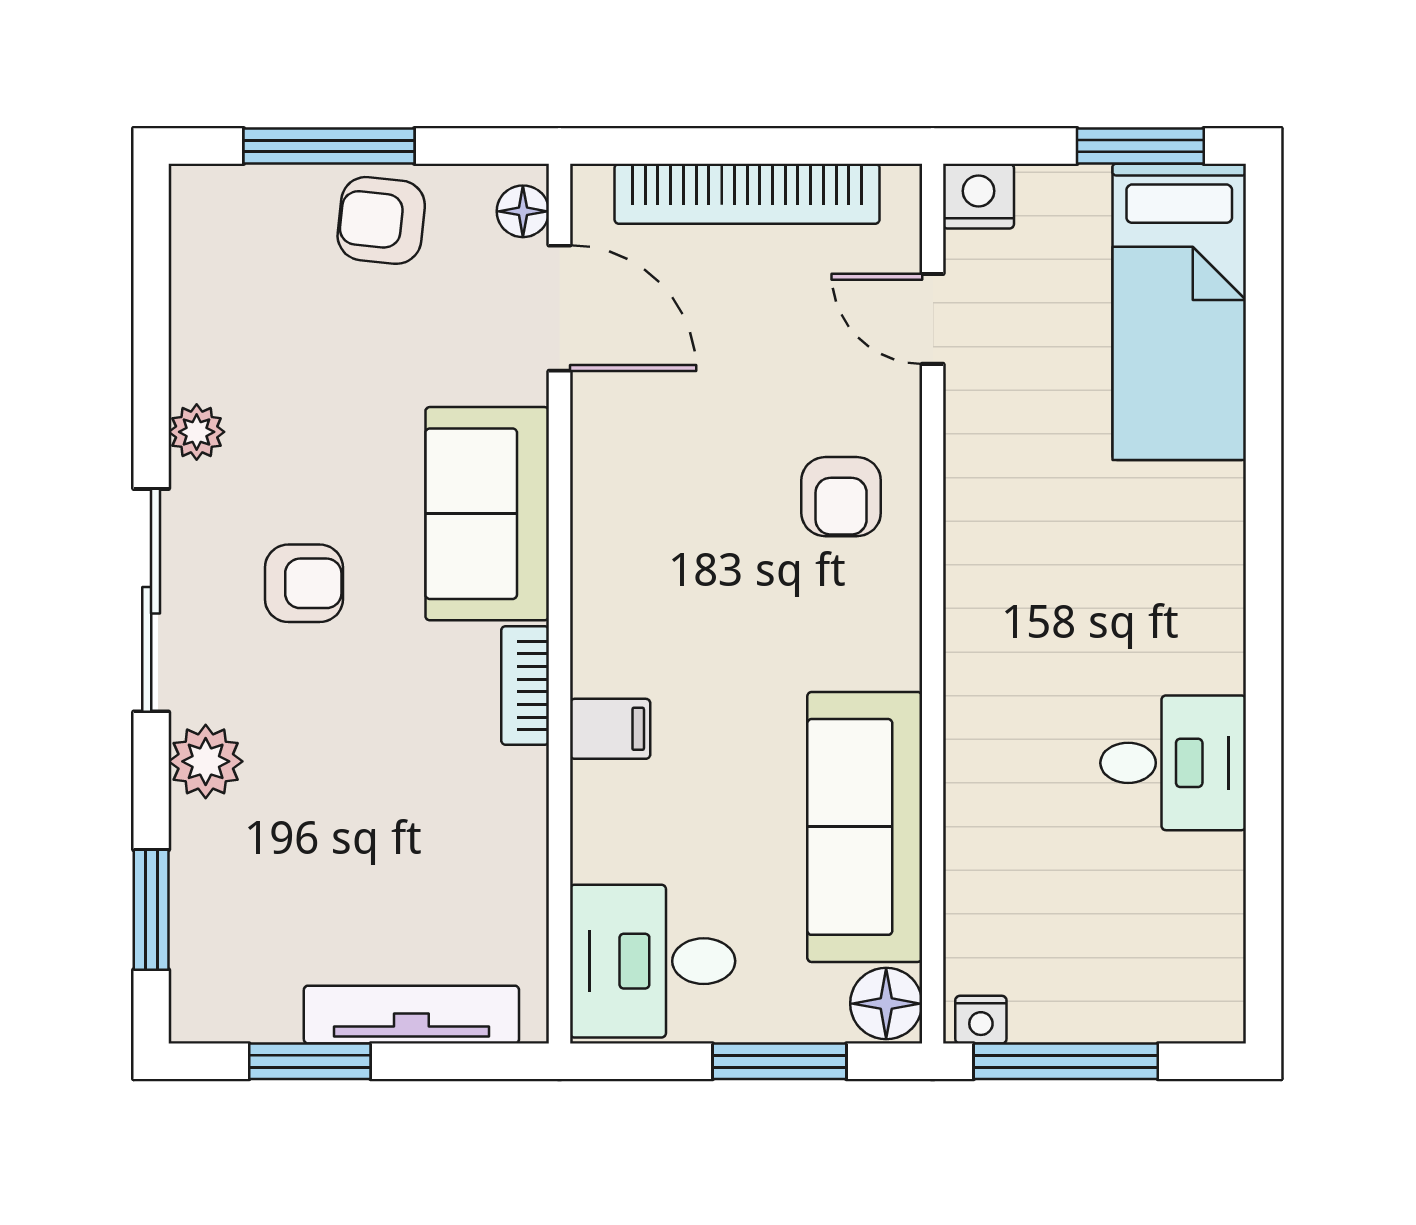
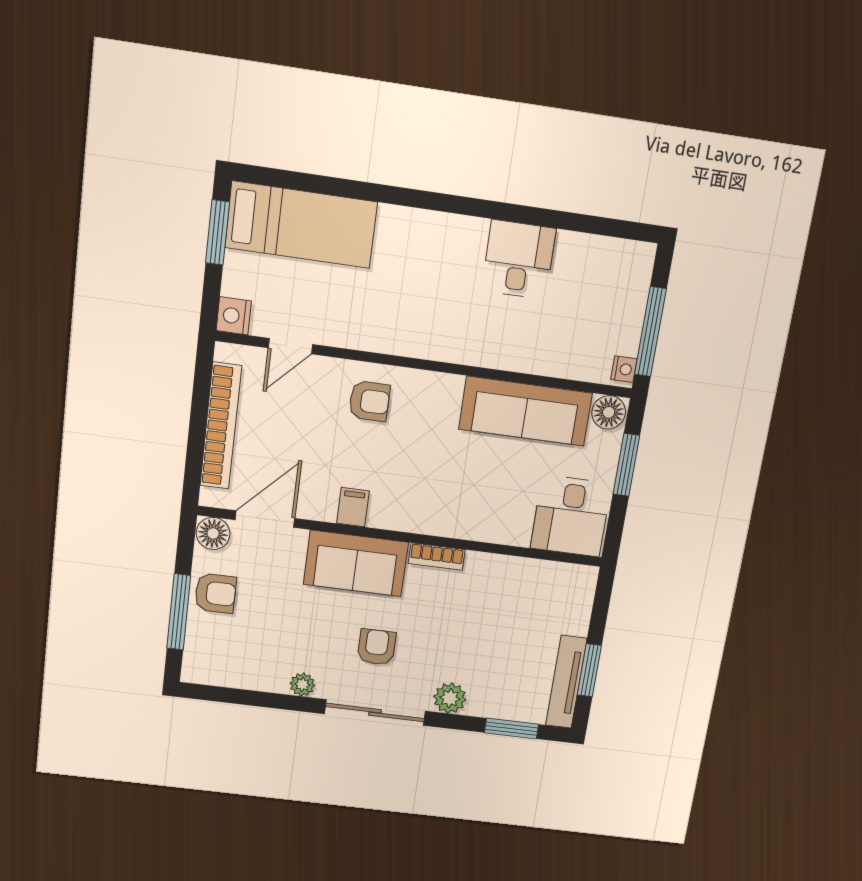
floor lamp: (523, 211) -> (213, 533), width x1.37, depth x1.37
armchair: (381, 220) -> (215, 593), turned -96
filing cabinet: (610, 729) -> (353, 507), moved
tv unit: (411, 1015) -> (566, 682), moved

